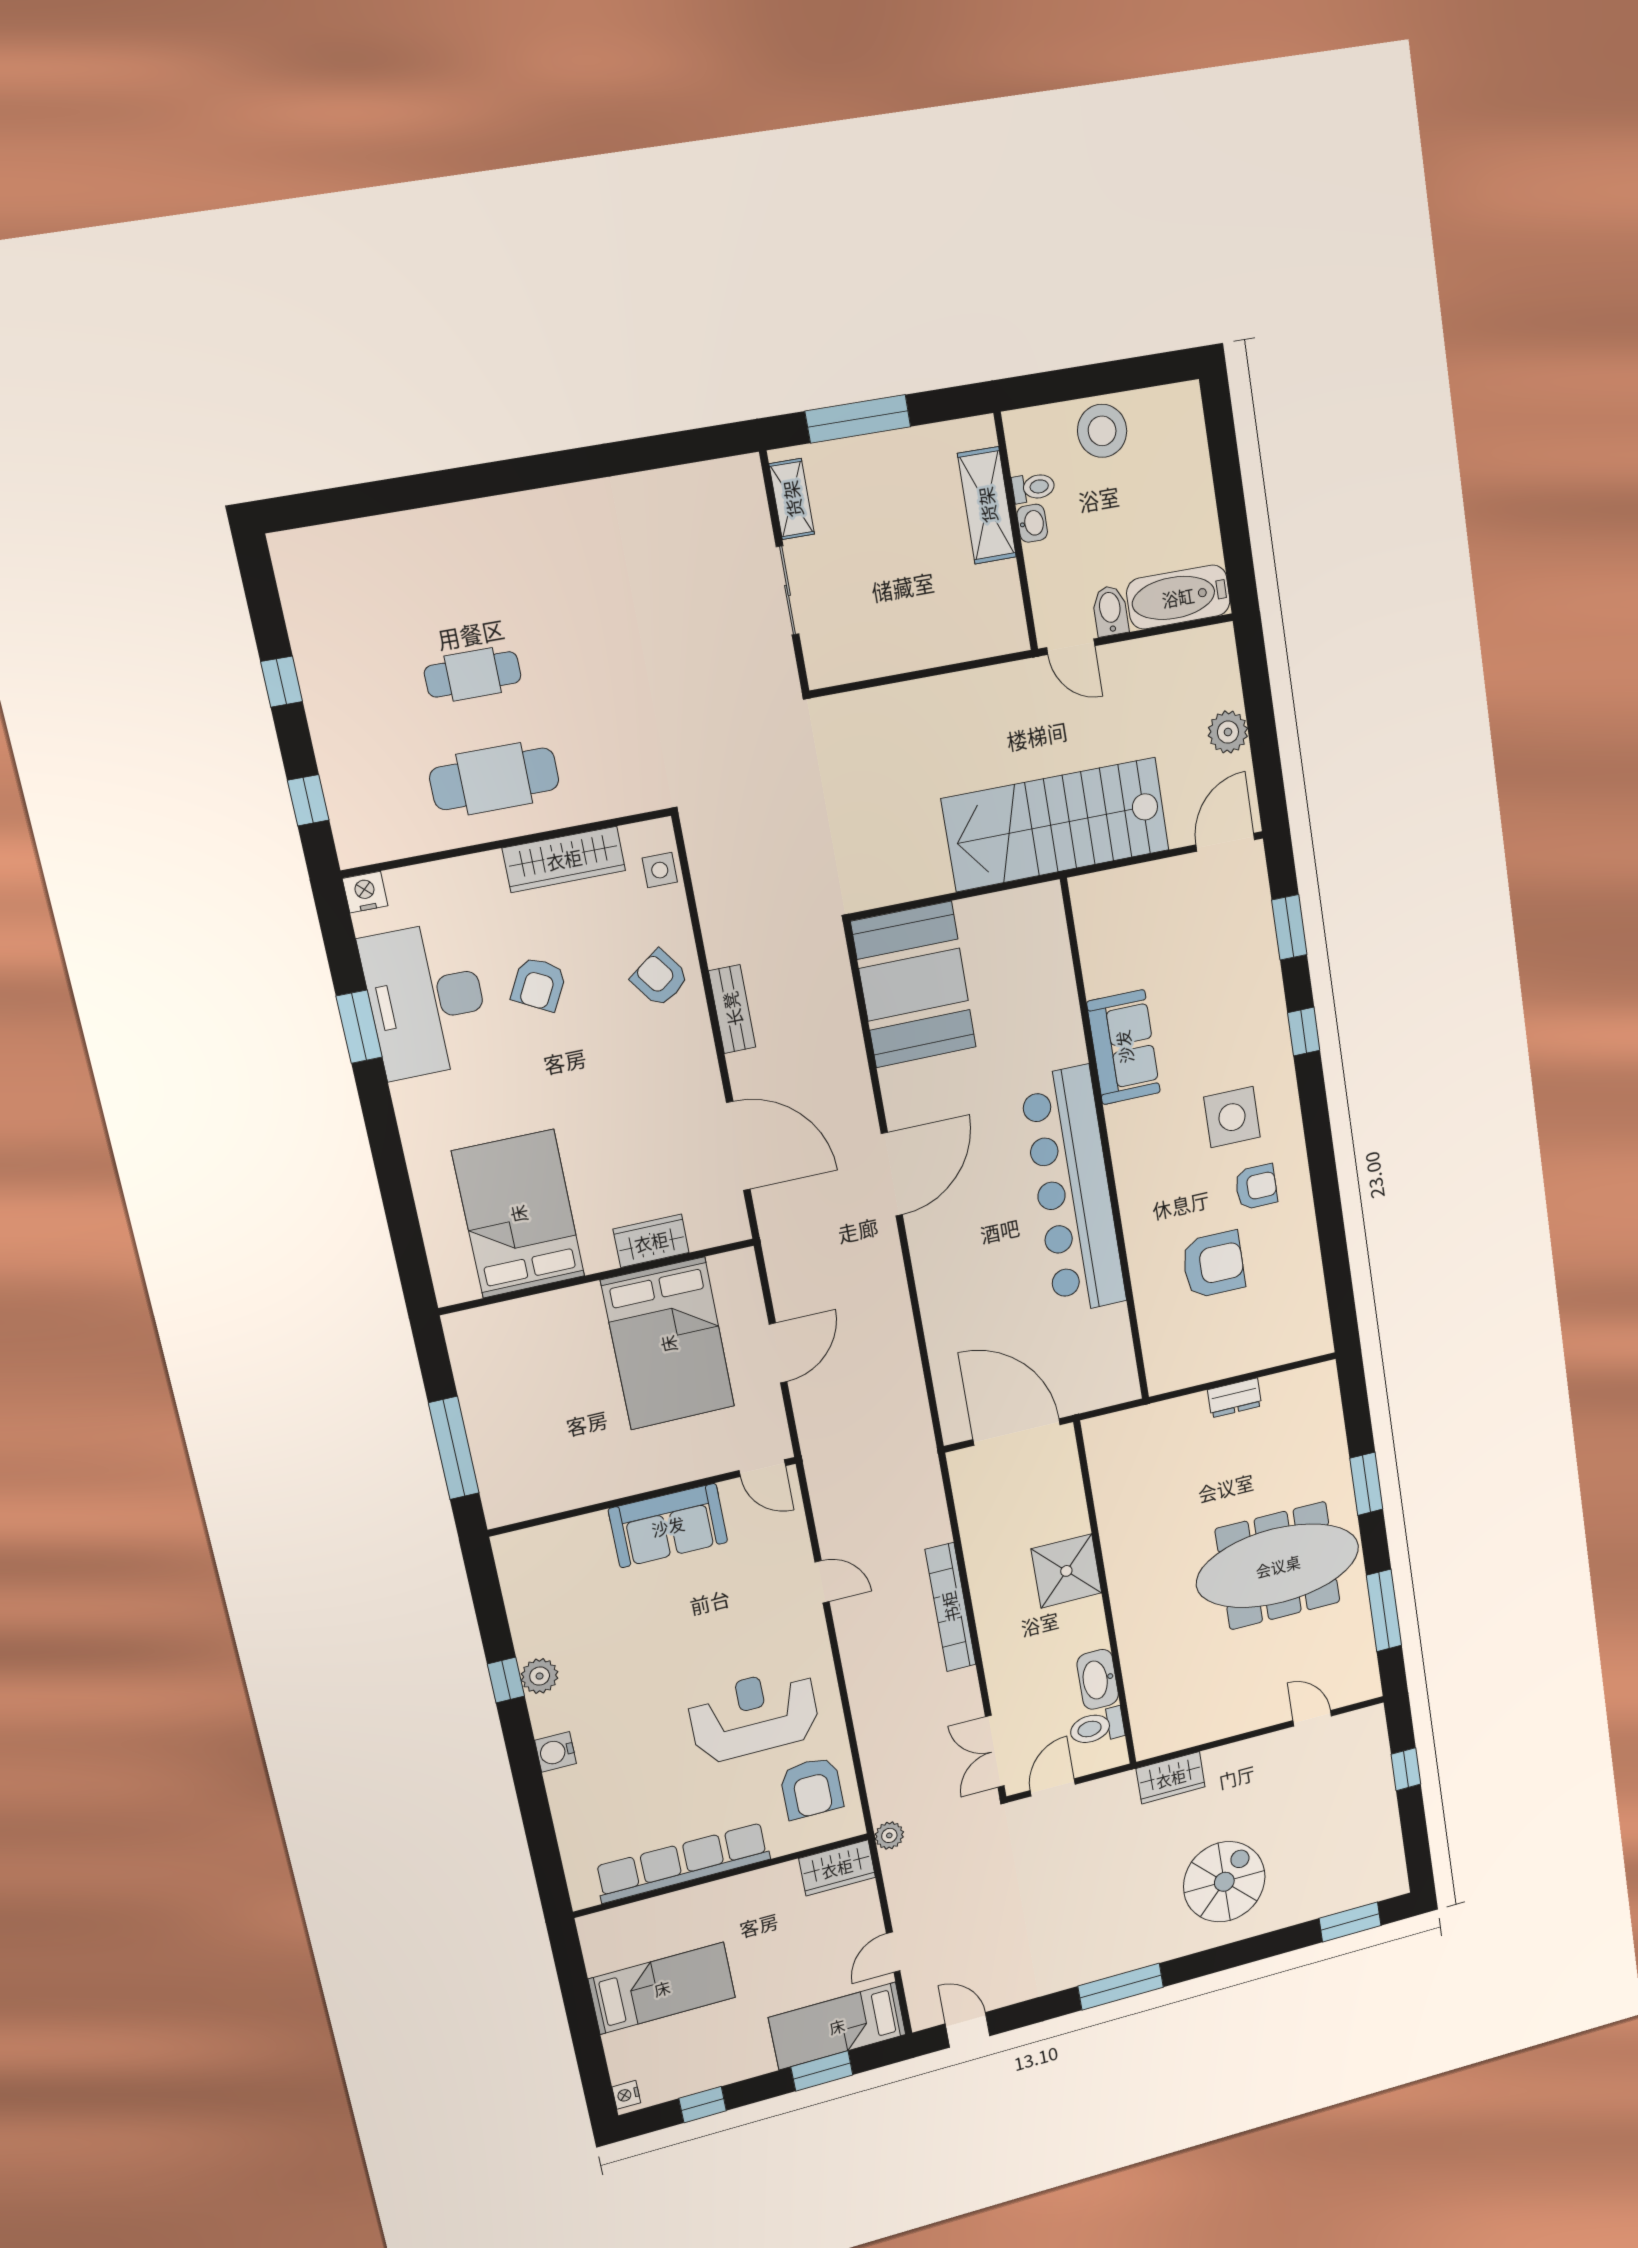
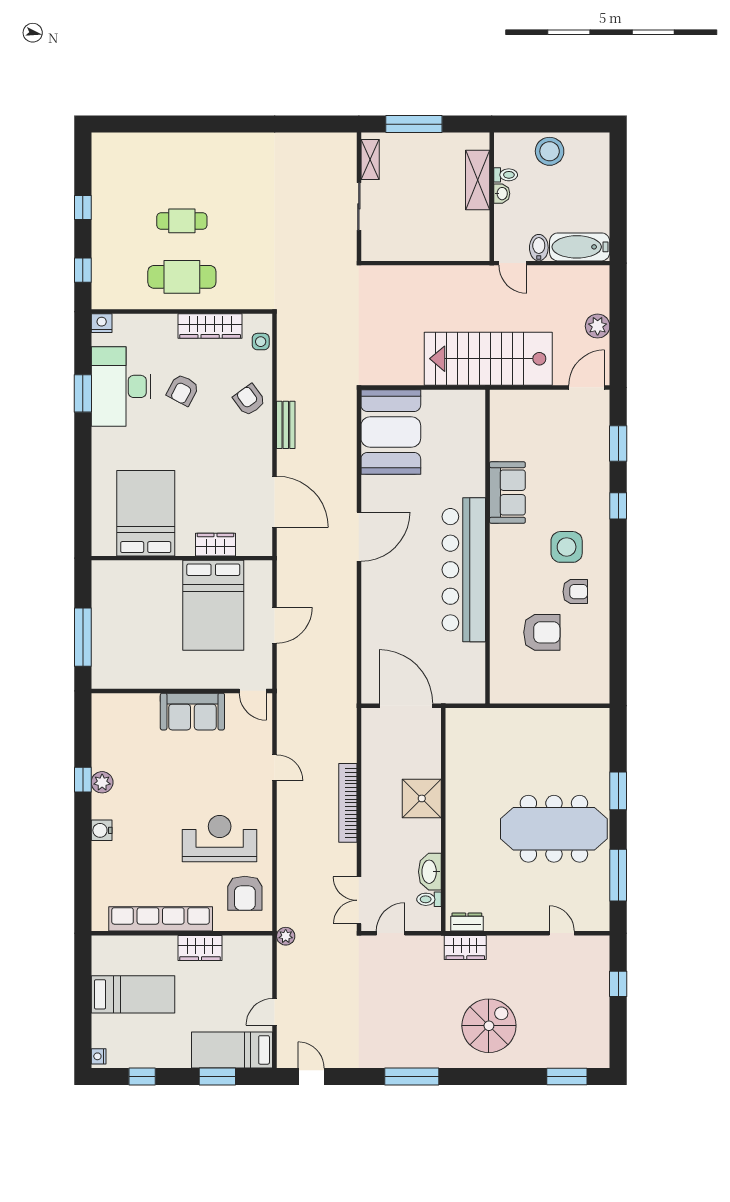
dresser: (1235, 1398) -> (467, 922), moved, turned 180
toilet: (1097, 1727) -> (429, 899), width x0.73, depth x0.72
wardrobe: (837, 1868) -> (200, 948), moved

